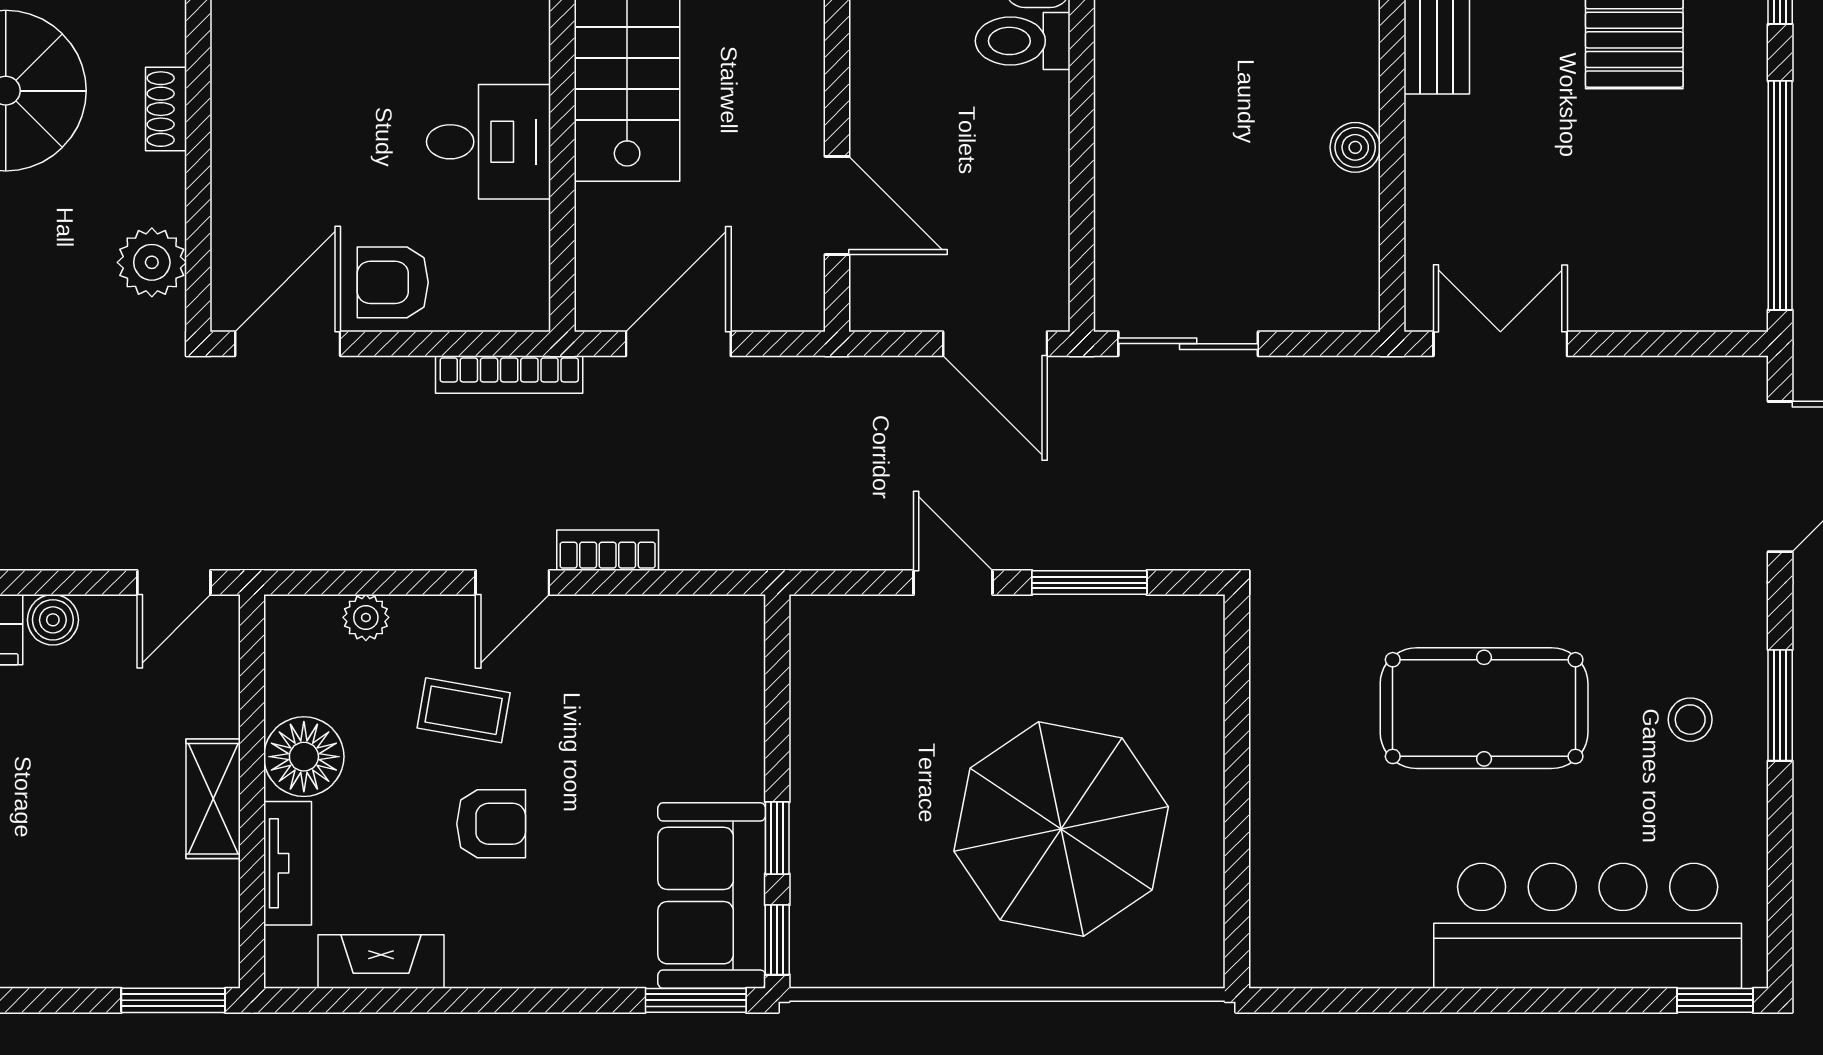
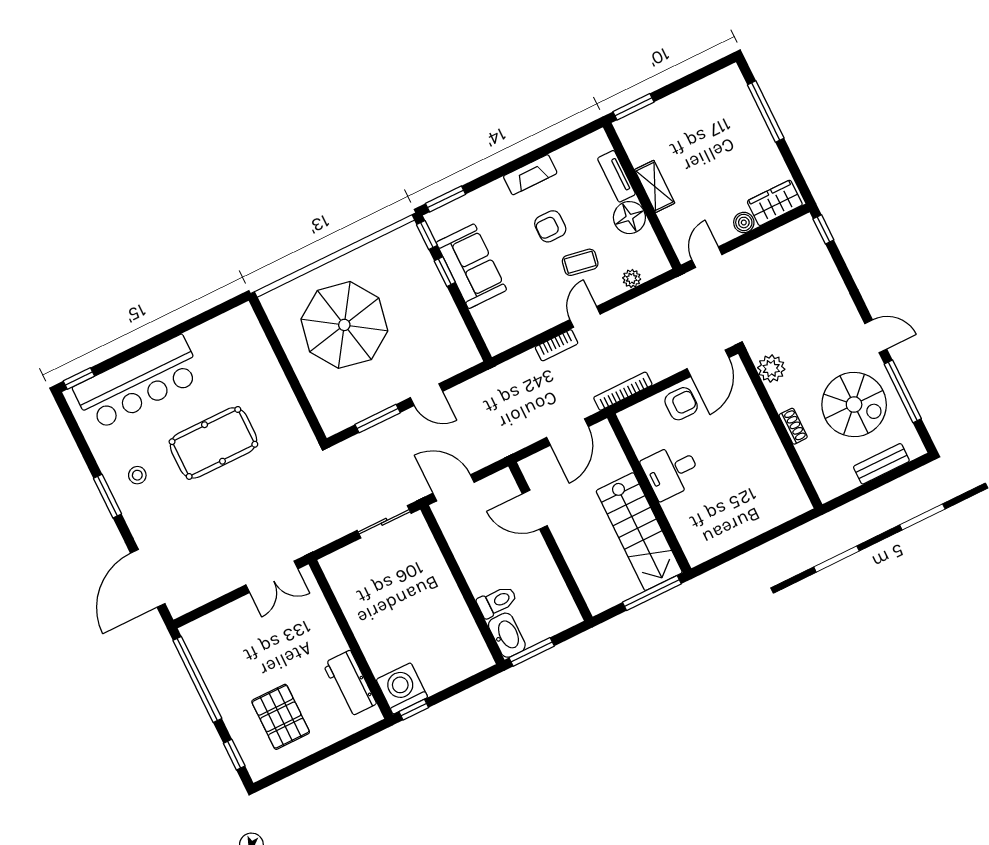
boiler: (1355, 147) -> (359, 622), removed
sofa: (712, 896) -> (471, 266), moved
fireplace: (381, 962) -> (530, 175), moved

